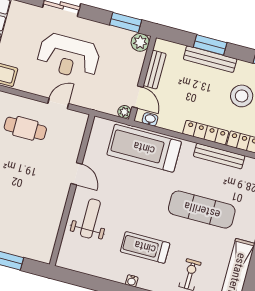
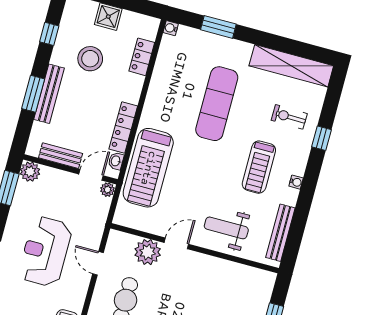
reception desk: (69, 56) -> (45, 252), turned 180
locker: (206, 133) -> (123, 128), moved
plant: (69, 148) -> (148, 252), added
bench: (219, 156) -> (280, 233), moved

